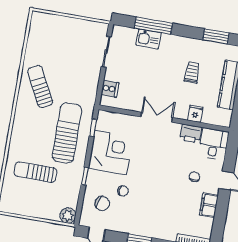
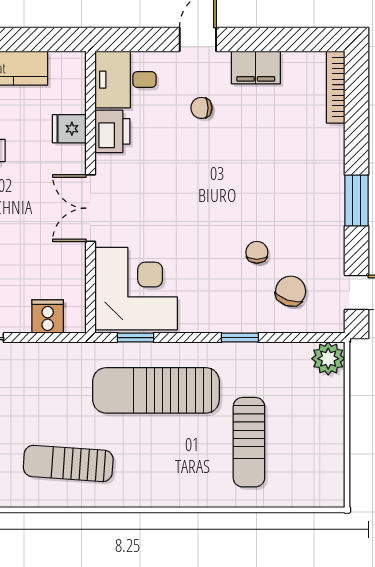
sun lounger: (40, 86) -> (68, 463), turned 31
corner desk: (111, 153) -> (136, 289), moved, turned 90

